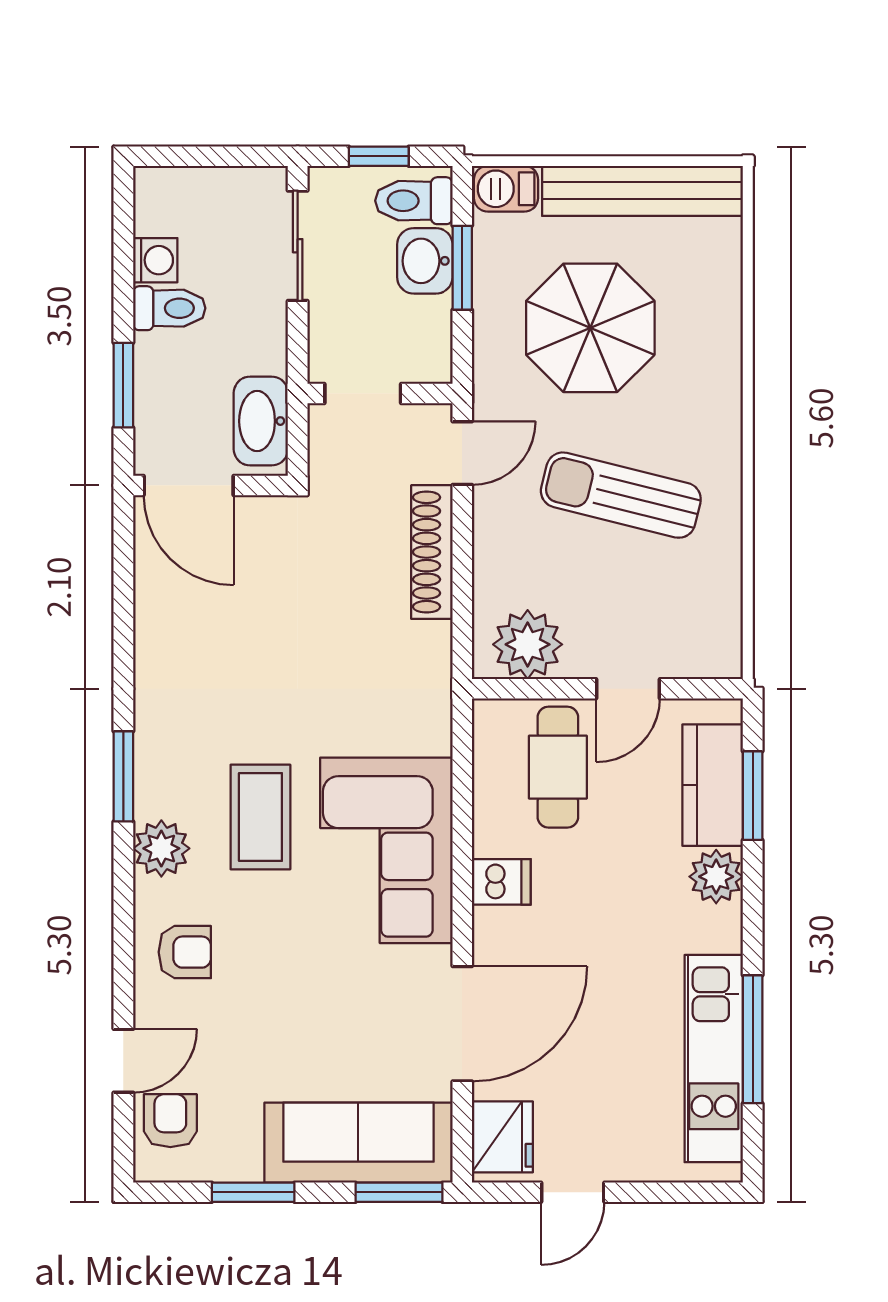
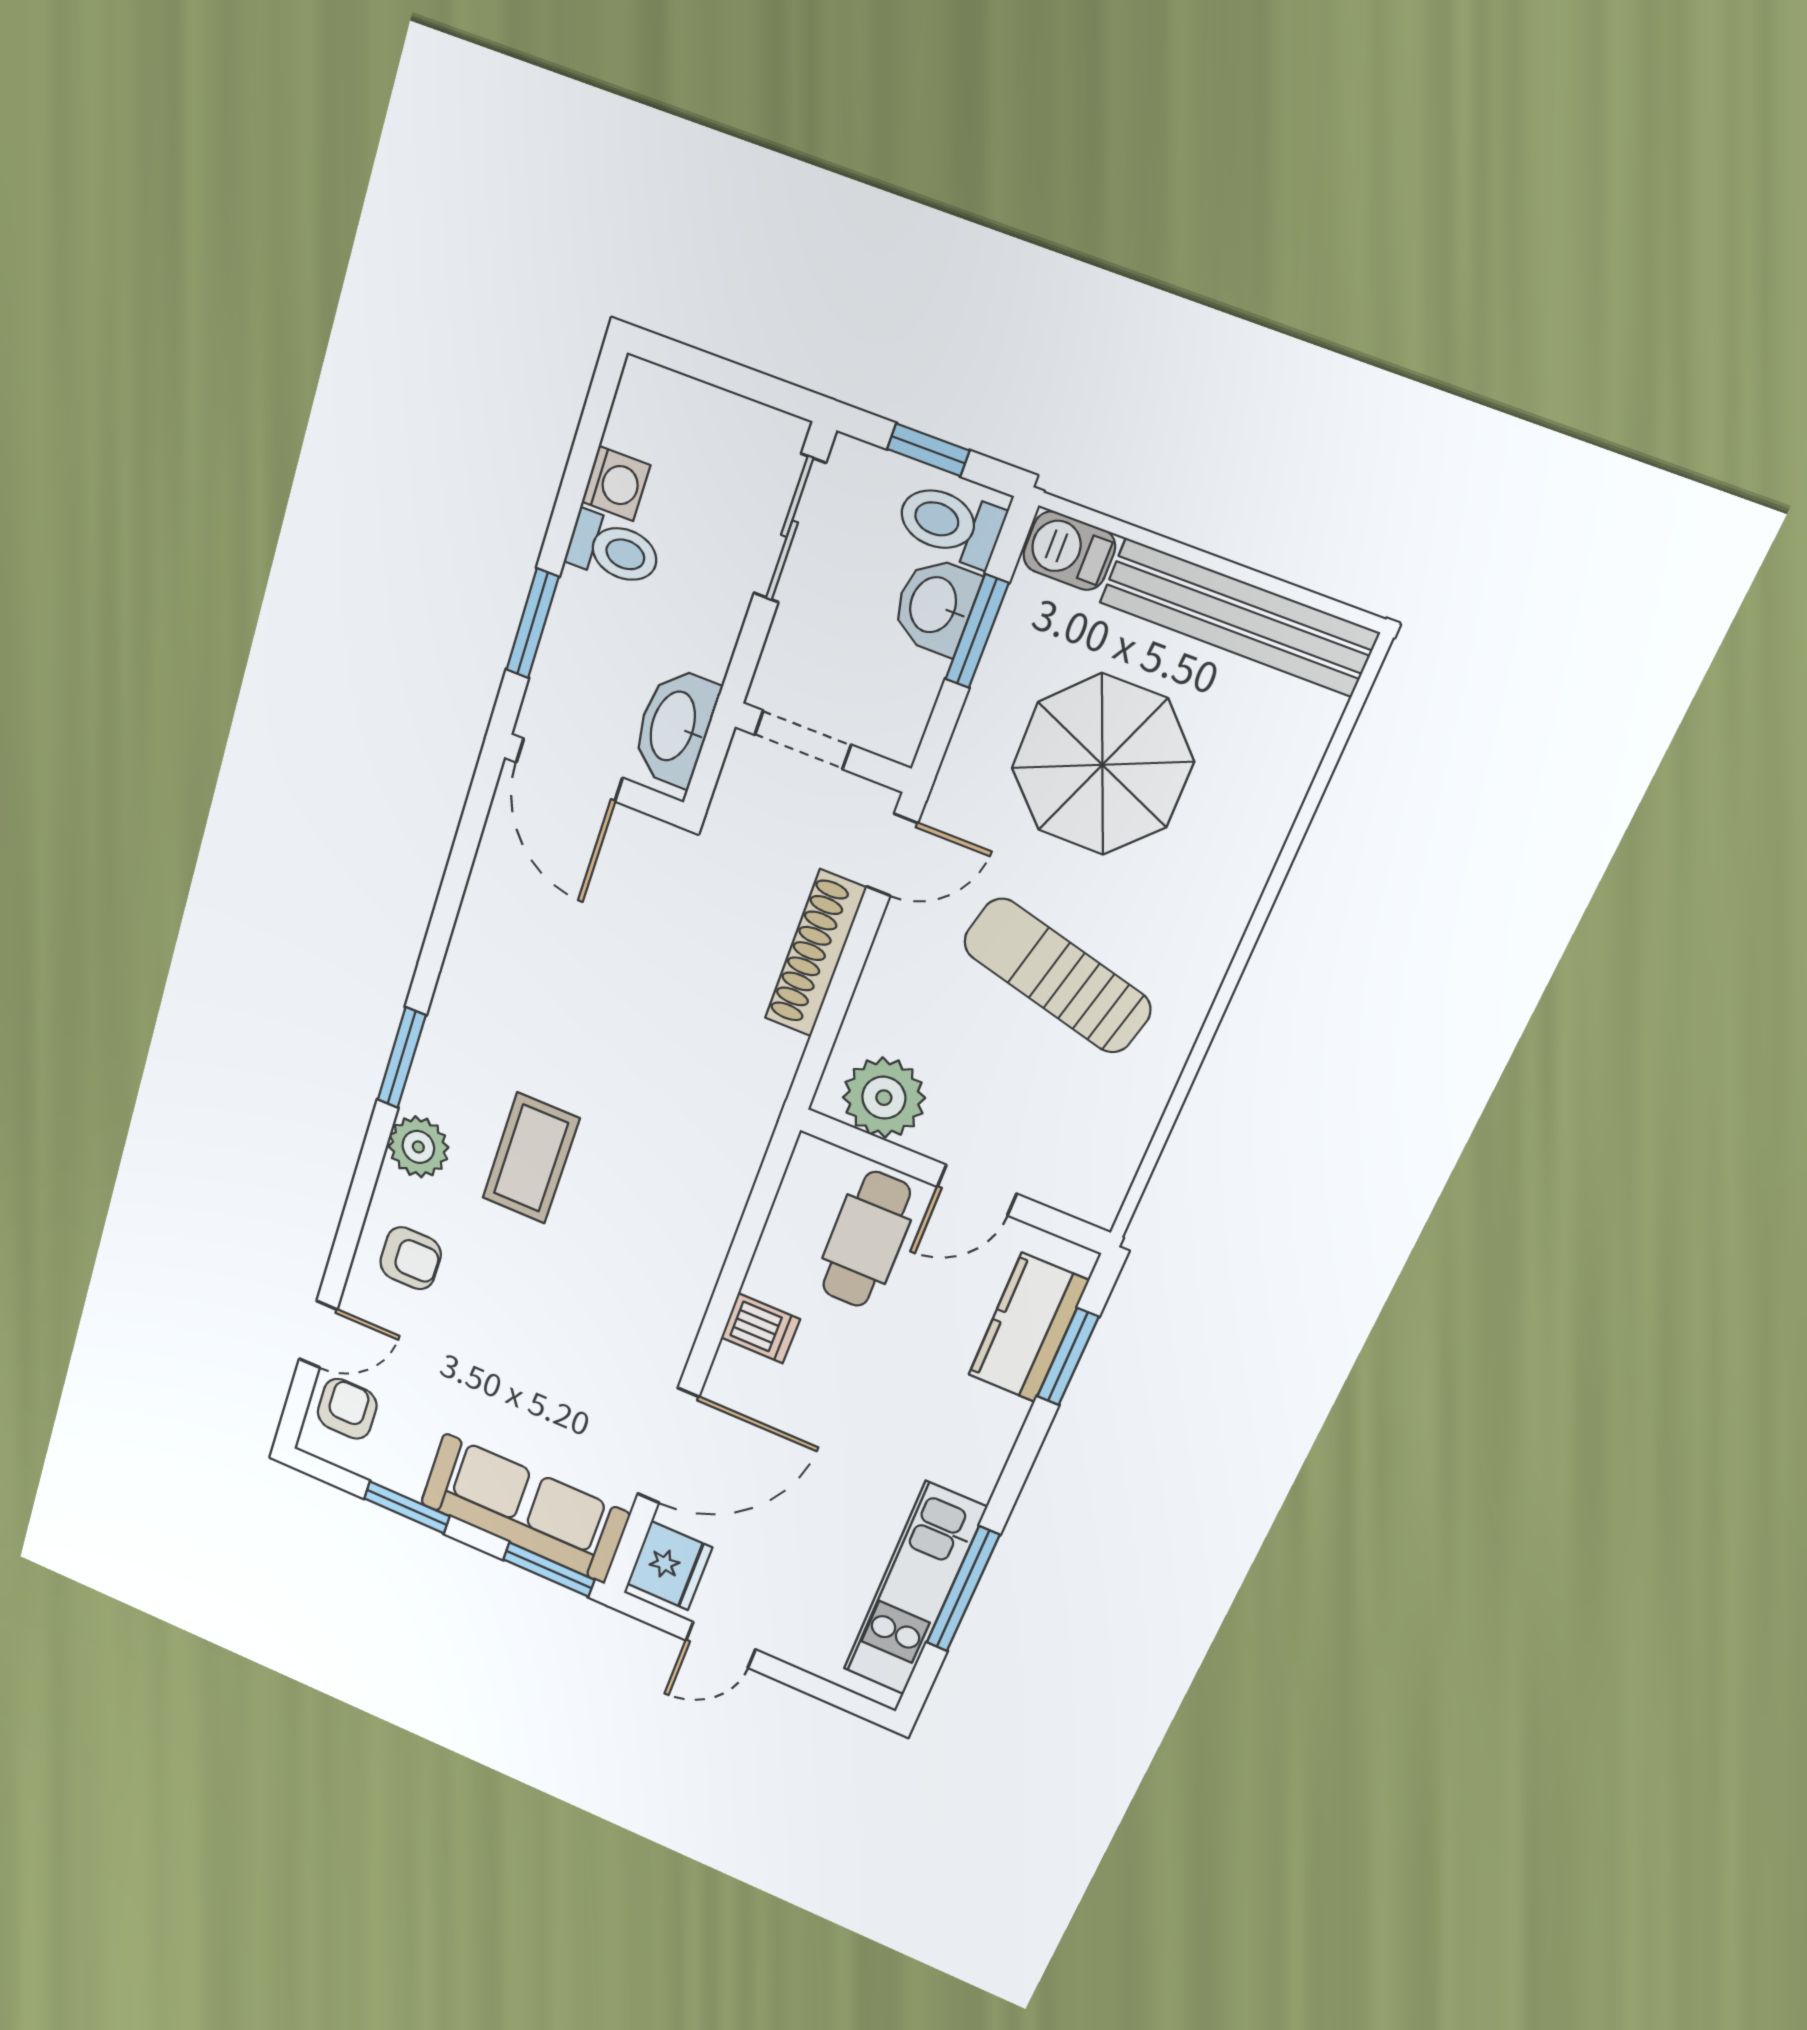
corner sofa: (386, 850) -> (651, 1246), removed
plant: (716, 877) -> (992, 1420), removed

